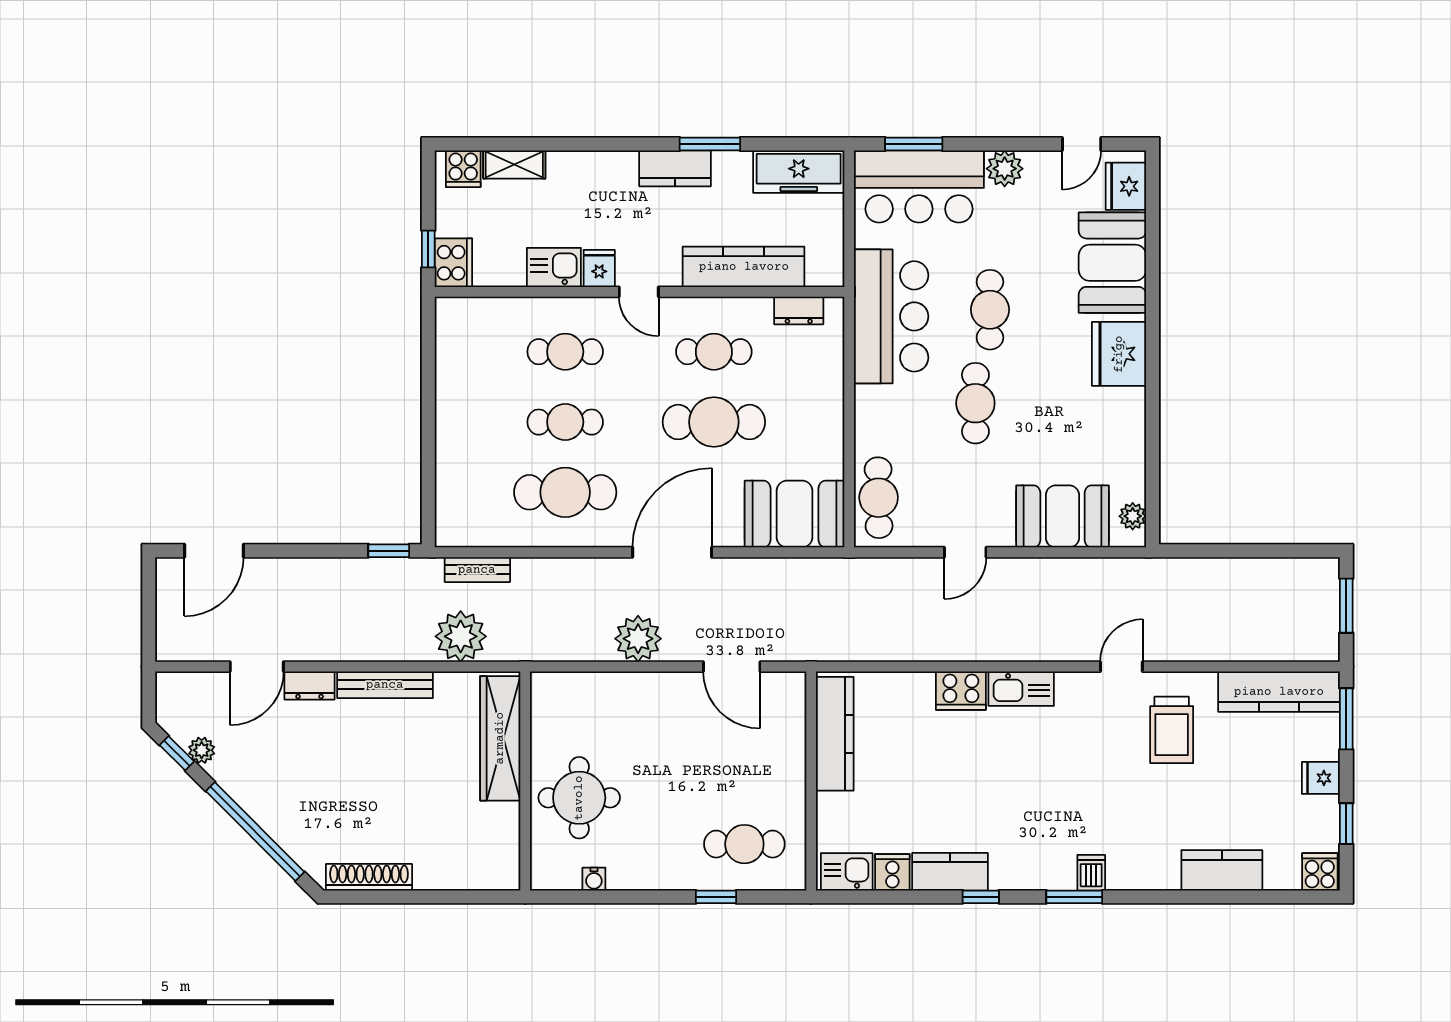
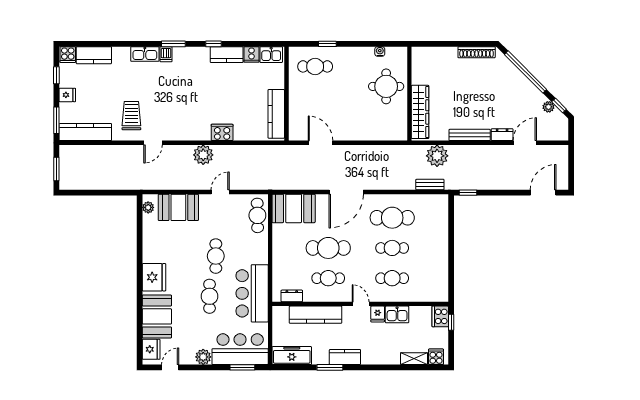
plant: (638, 639) -> (203, 155), moved
kitchen sink: (1021, 689) -> (145, 54), moved, turned 180
kitchen counter: (1222, 870) -> (94, 55), moved

